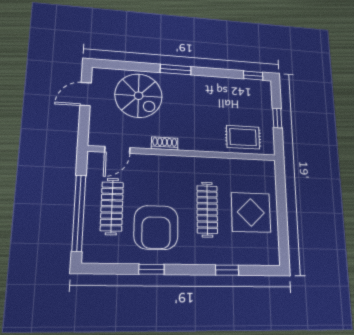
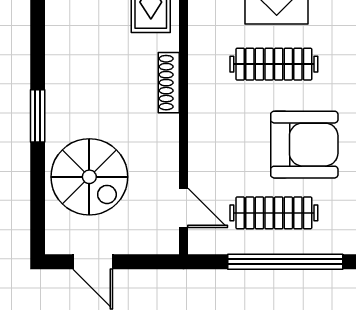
spiral stairs: (139, 96) -> (89, 177), turned 90
shoe rack: (165, 143) -> (169, 83), moved, width x1.43

